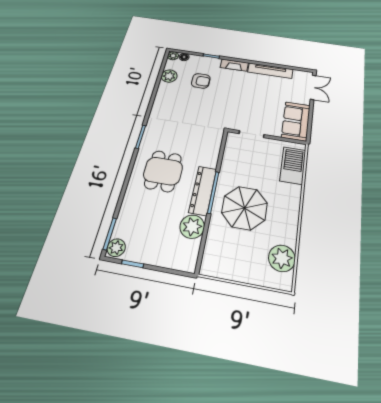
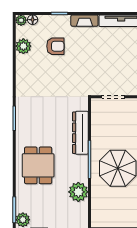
dining table: (163, 171) -> (38, 165), moved
dresser: (203, 190) -> (80, 133), moved

